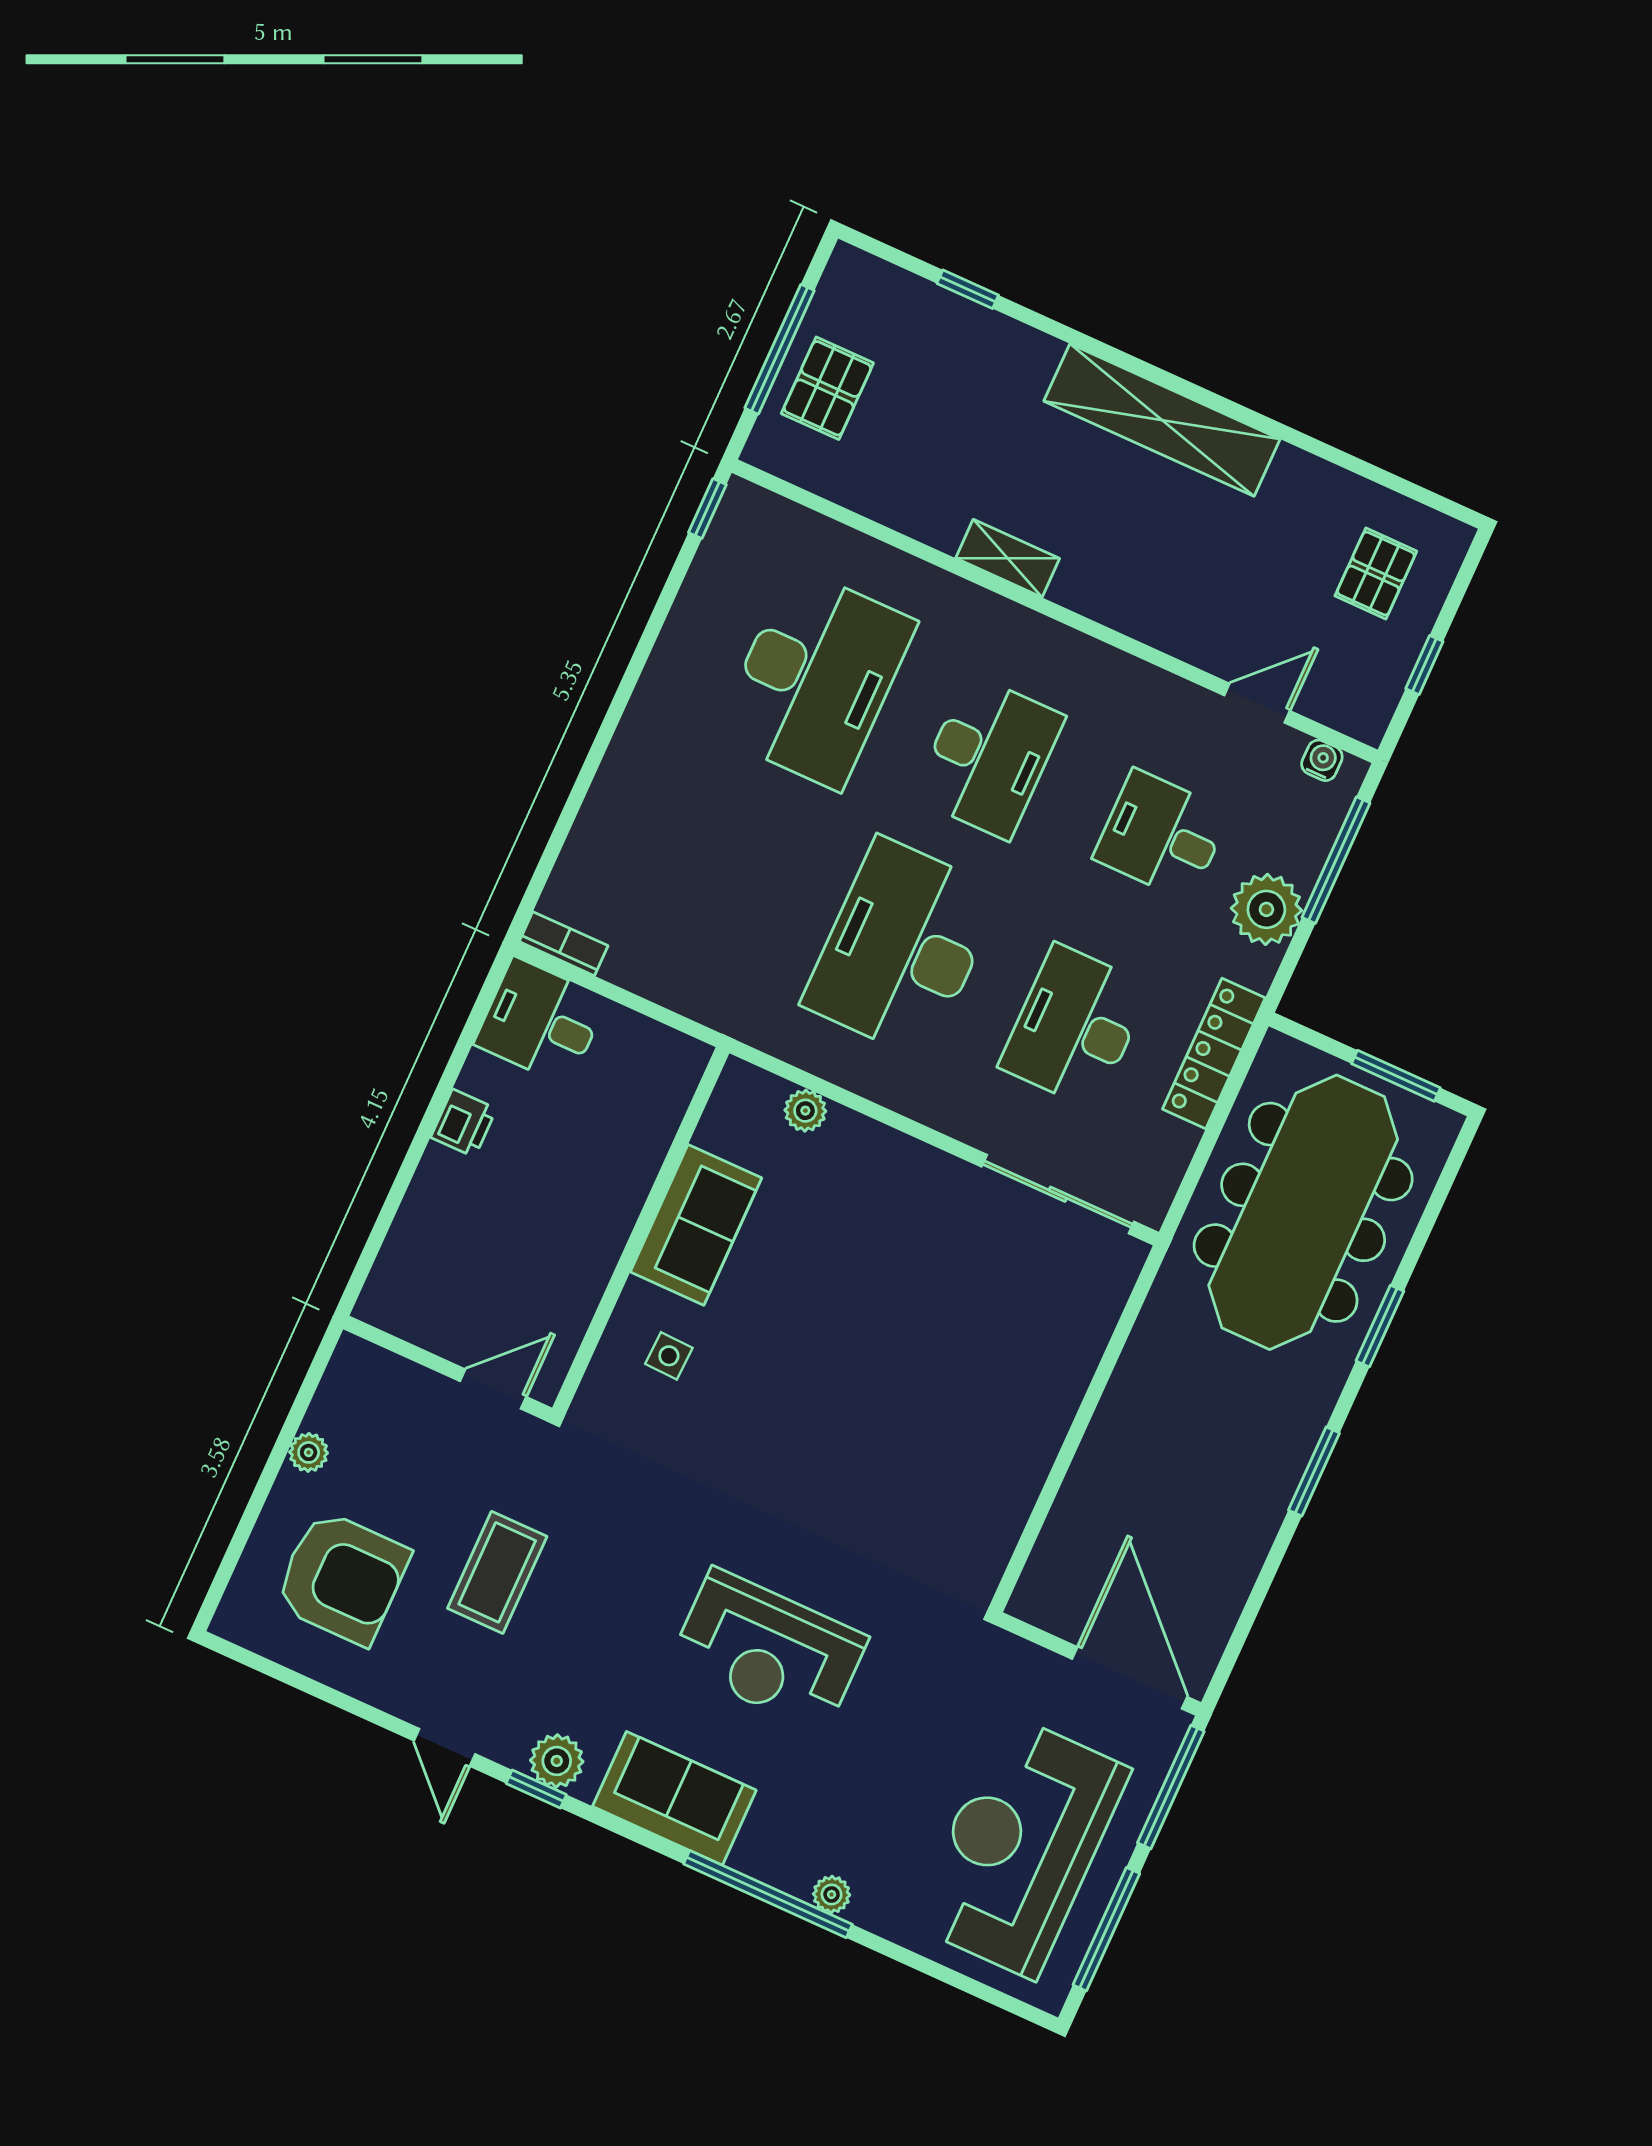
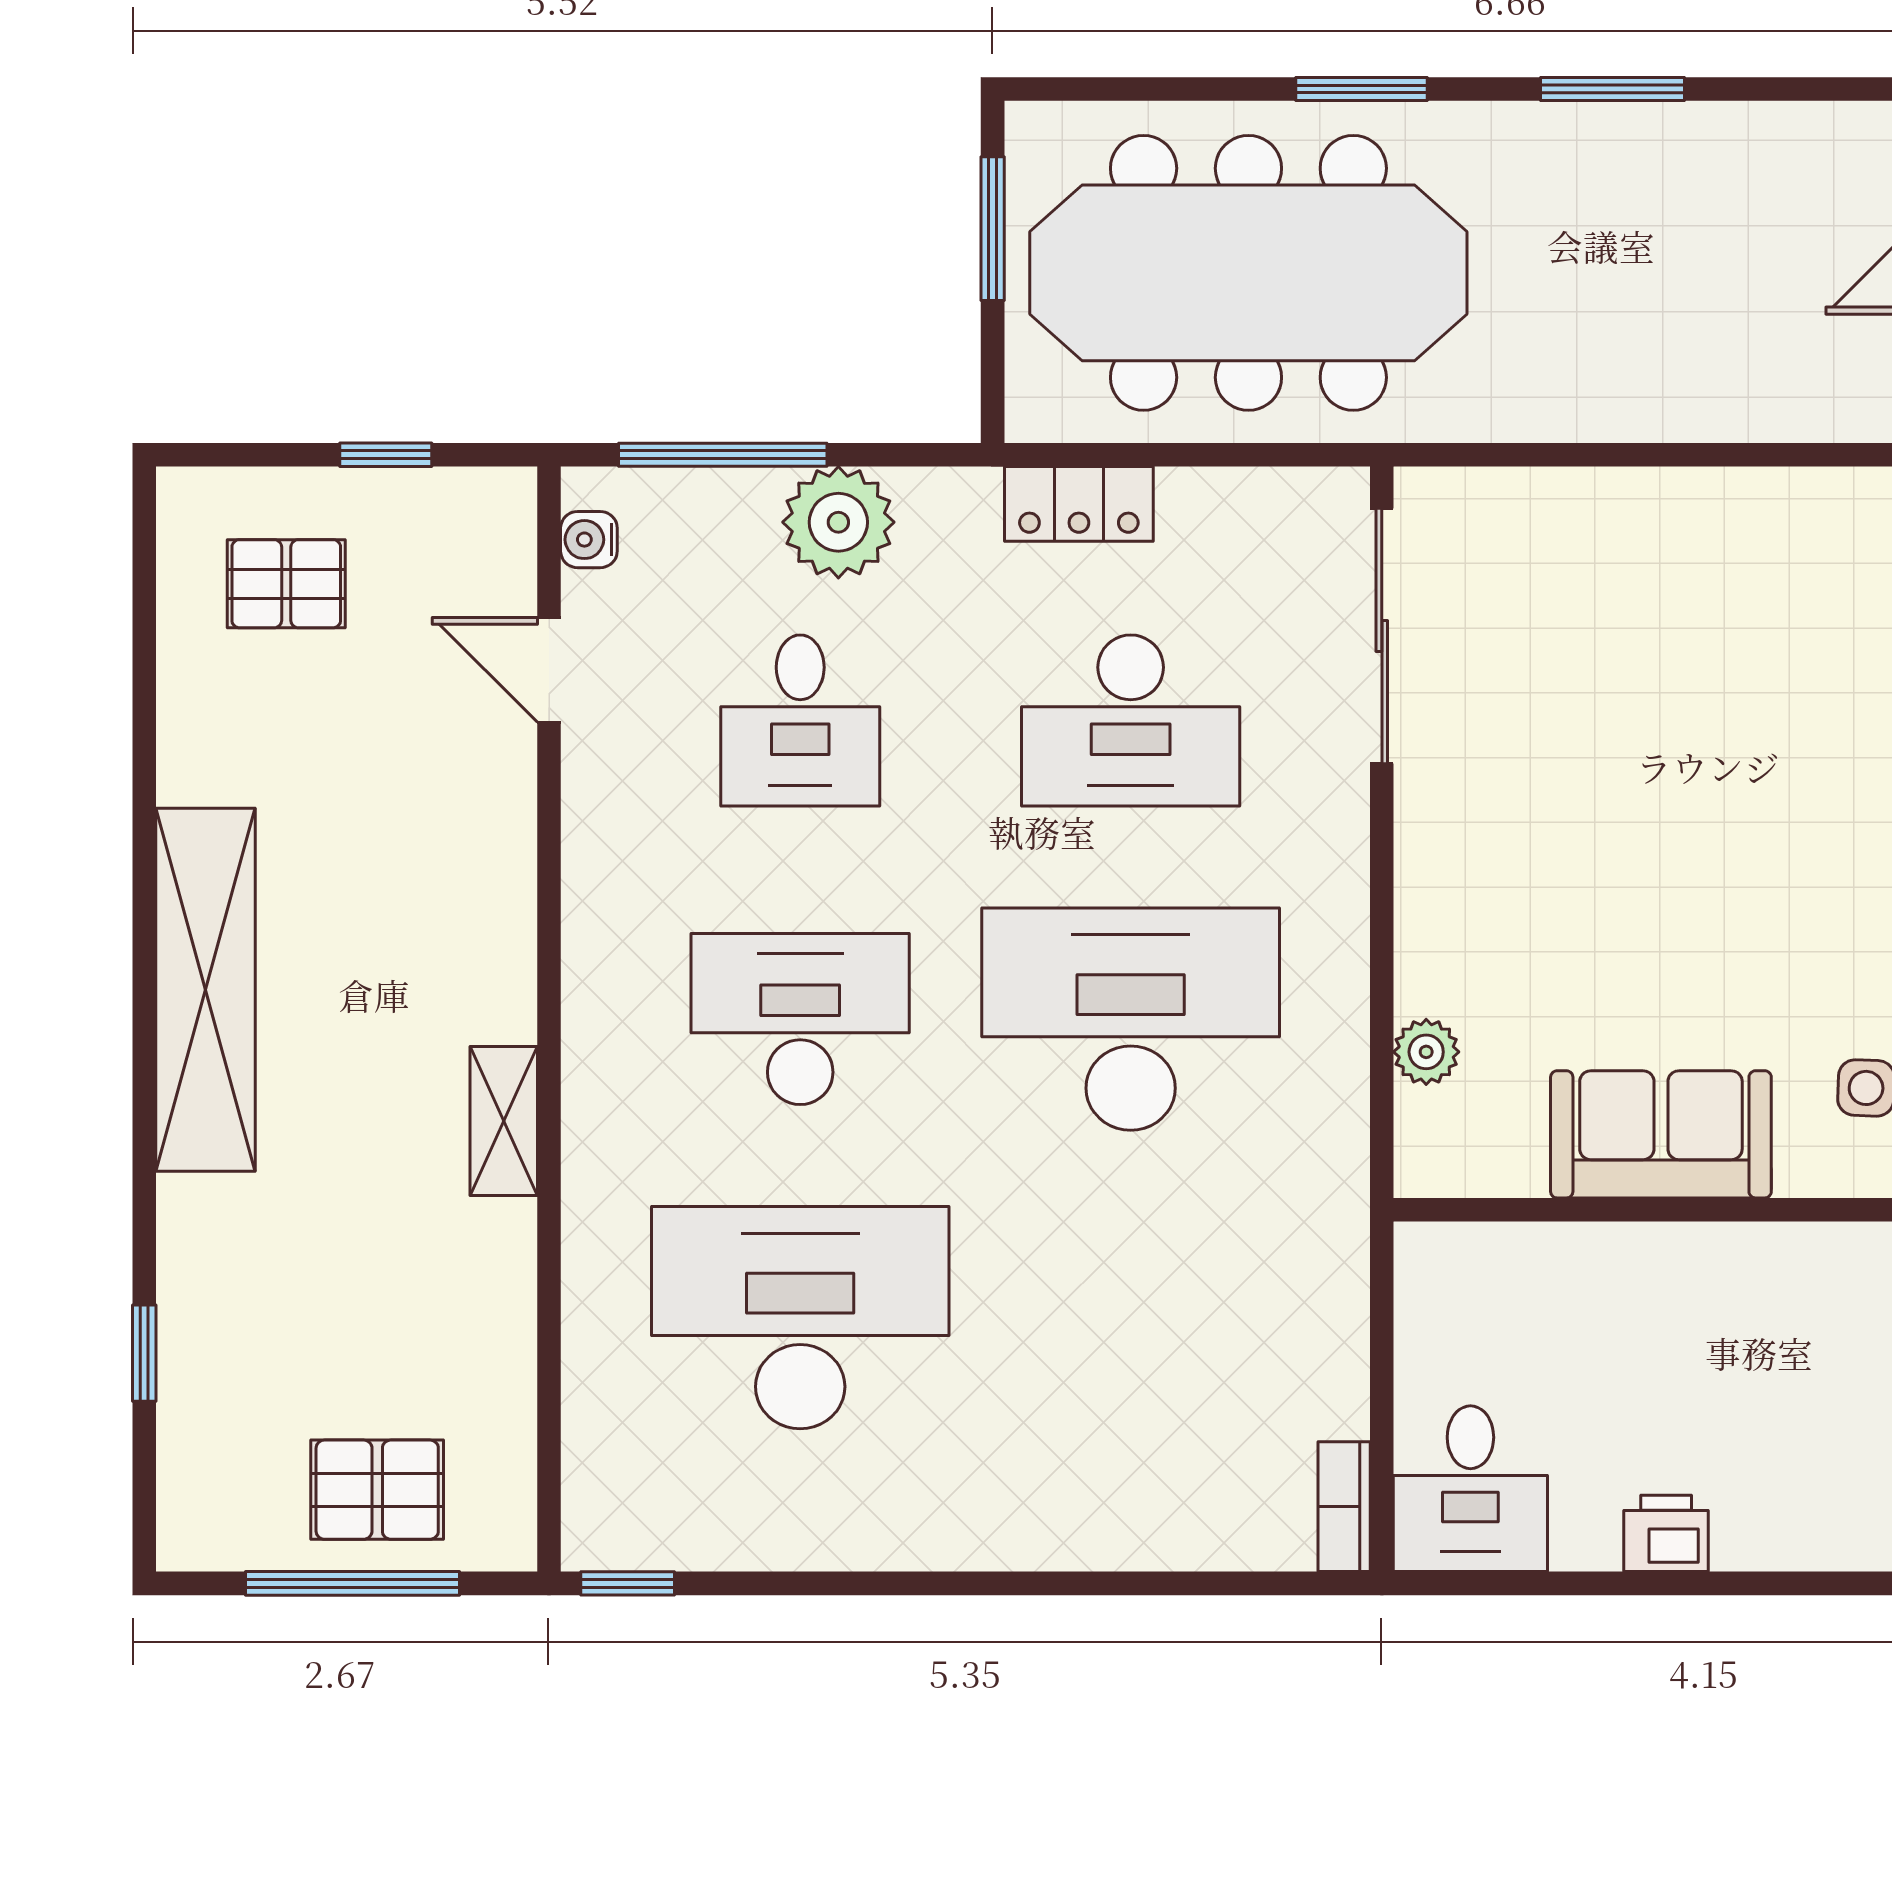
desk: (902, 948) -> (1131, 1019), turned 180
locker: (1214, 1053) -> (1079, 504), width x0.66

